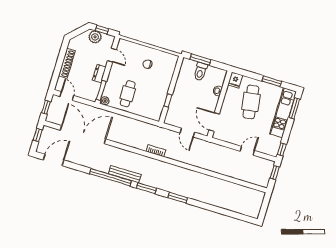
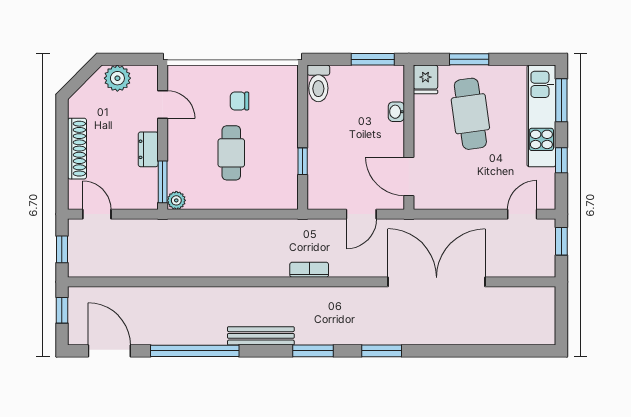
window: (102, 30) -> (127, 59), removed
window: (200, 60) -> (373, 59), moved
toilet: (200, 72) -> (318, 83), moved
window: (272, 81) -> (469, 59), moved
cafe table: (128, 94) -> (231, 153), moved
door: (187, 133) -> (361, 214), hinge flipped
double door: (83, 135) -> (437, 282), moved
window: (282, 149) -> (561, 160), moved
door: (247, 151) -> (522, 214), moved
door: (54, 160) -> (109, 351), hinge flipped
window: (110, 177) -> (195, 351), moved

